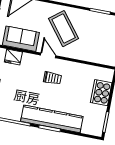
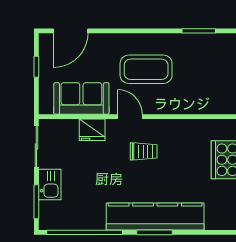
coffee table: (64, 29) -> (146, 69), turned -52
fridge: (13, 57) -> (92, 130), moved

